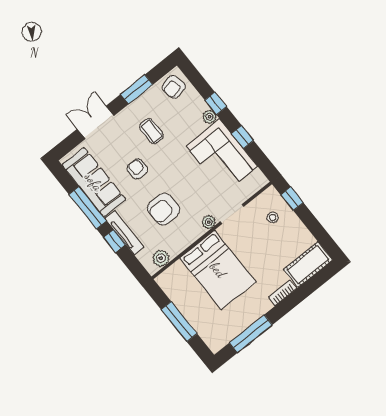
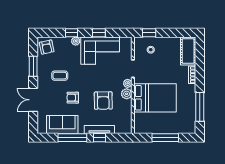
sofa: (94, 182) -> (62, 124), width x0.73
plant: (161, 258) -> (127, 94), moved

